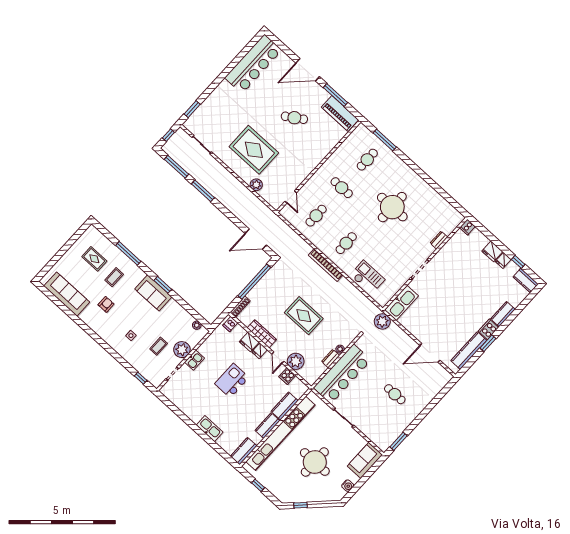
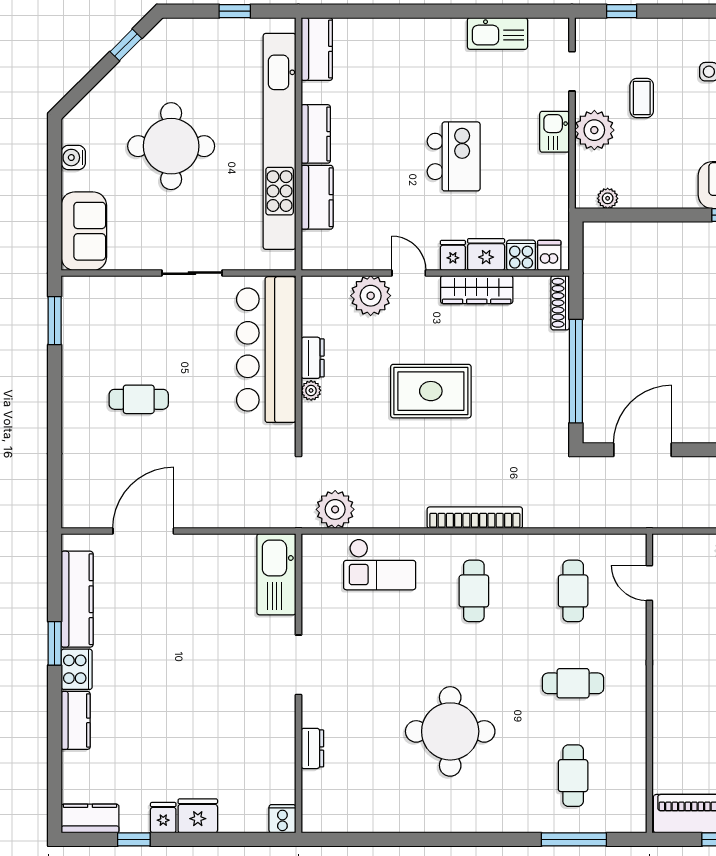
plant: (382, 321) -> (335, 509), moved
cooker: (287, 376) -> (521, 255), moved
kitchen sink: (210, 429) -> (497, 33), moved

